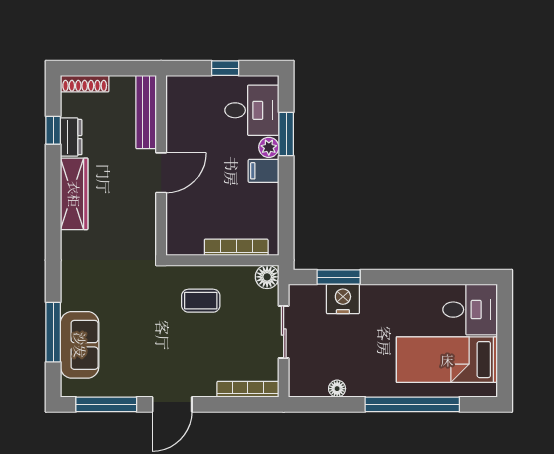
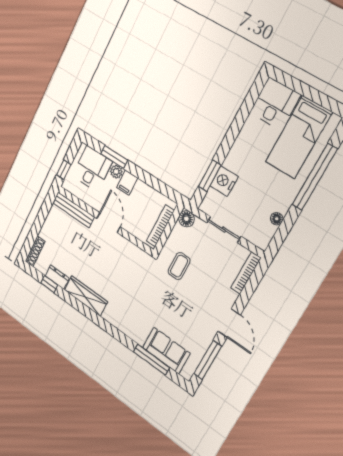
bench: (146, 112) -> (73, 210), moved
wall: (161, 165) -> (105, 220), moved
door: (161, 173) -> (108, 223), moved

